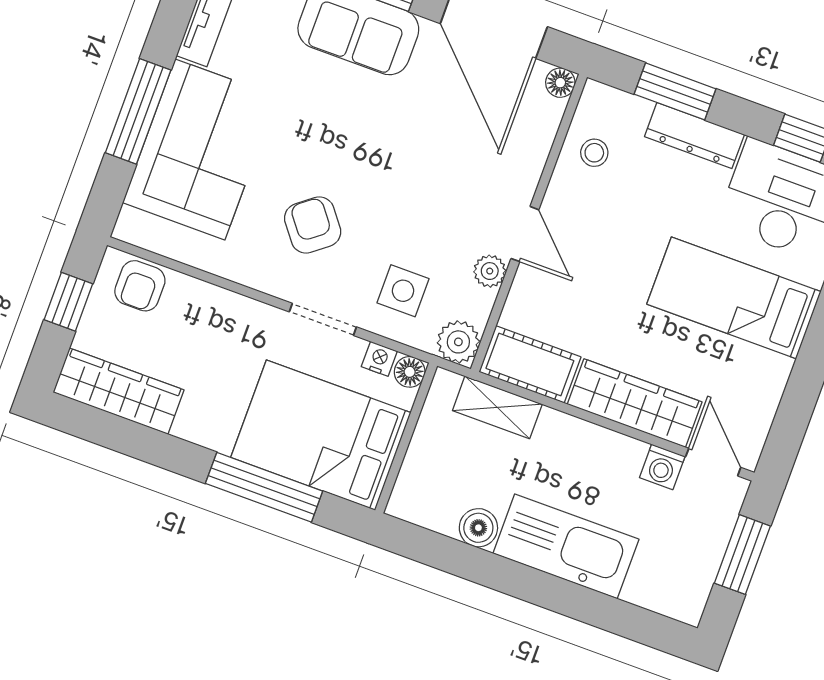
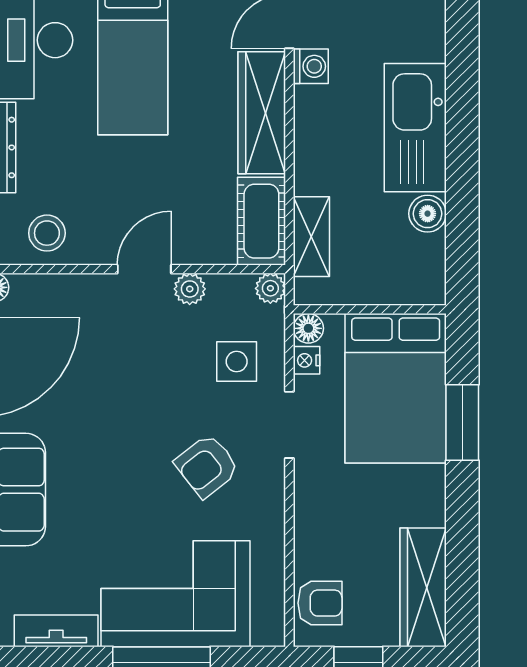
stool: (594, 153) -> (47, 233), width x1.37, depth x1.37
plant: (458, 342) -> (270, 288), width x0.73, depth x0.73
window: (264, 487) -> (462, 423), width x0.69

